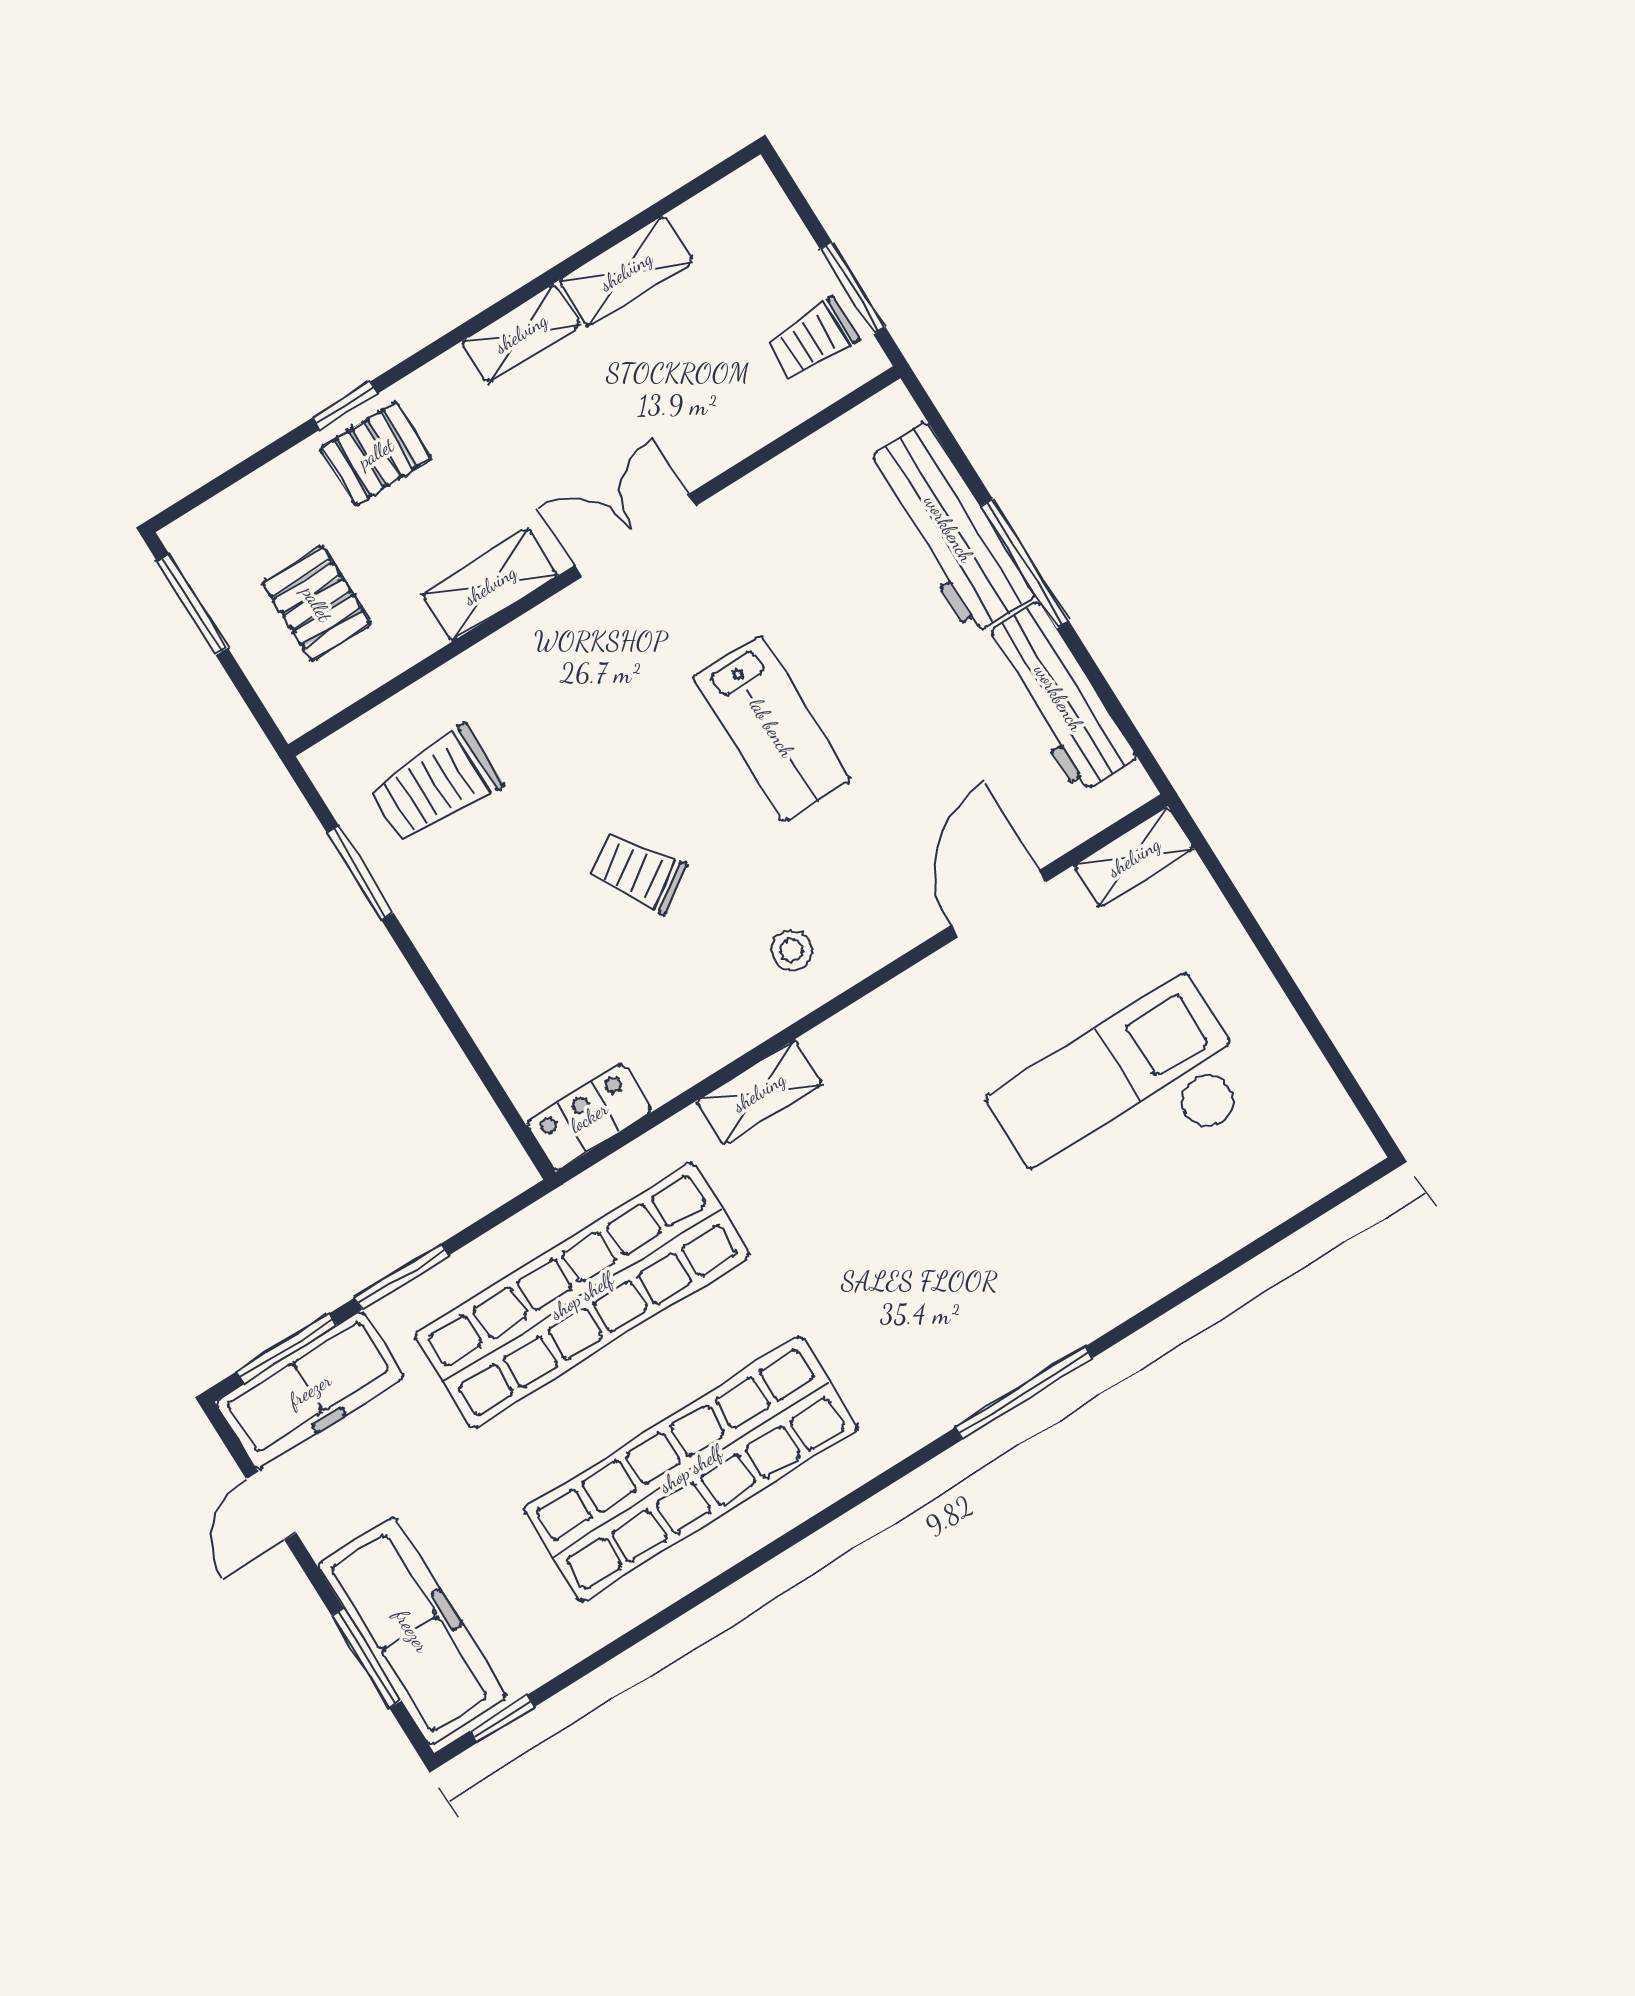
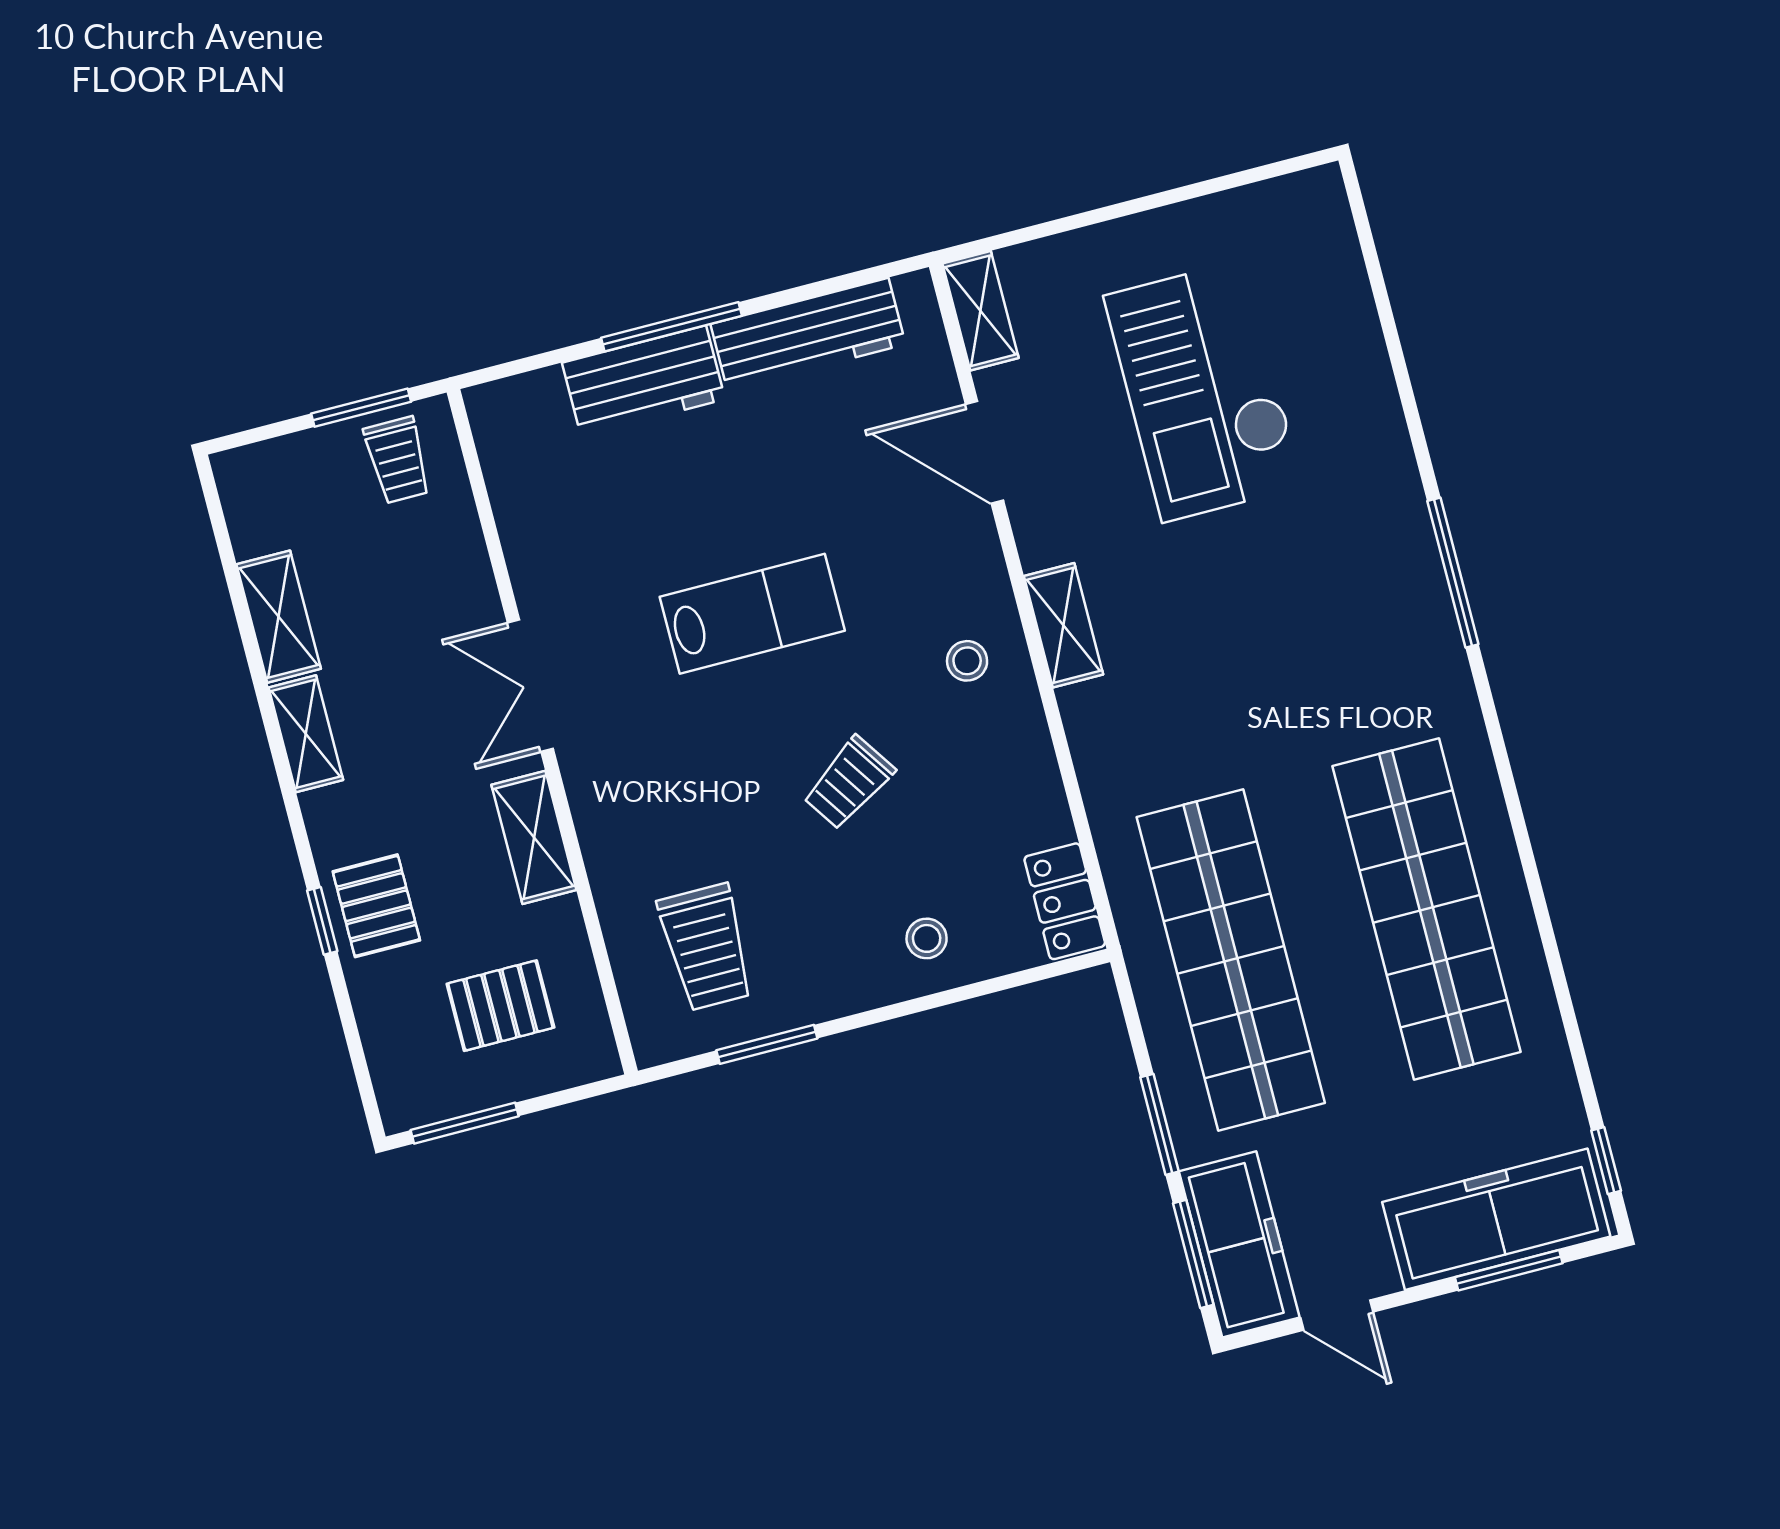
workbench: (949, 529) -> (644, 381), width x0.73
stool: (511, 995) -> (927, 938), added
shelving: (759, 1092) -> (1064, 625), moved

